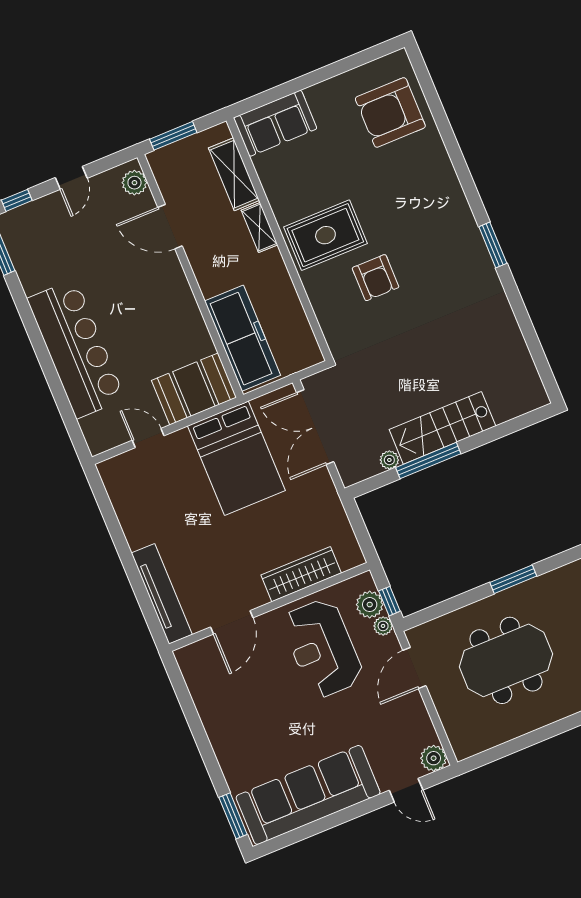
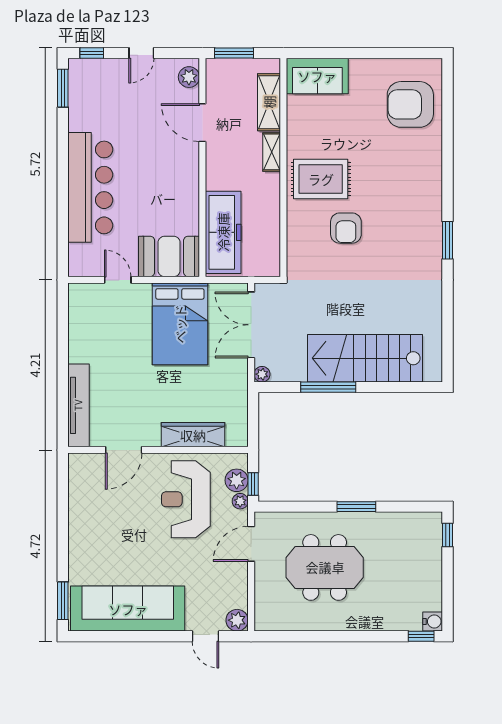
stairs: (442, 428) -> (365, 358), width x1.36, depth x1.51
plant: (389, 460) -> (262, 374), moved

